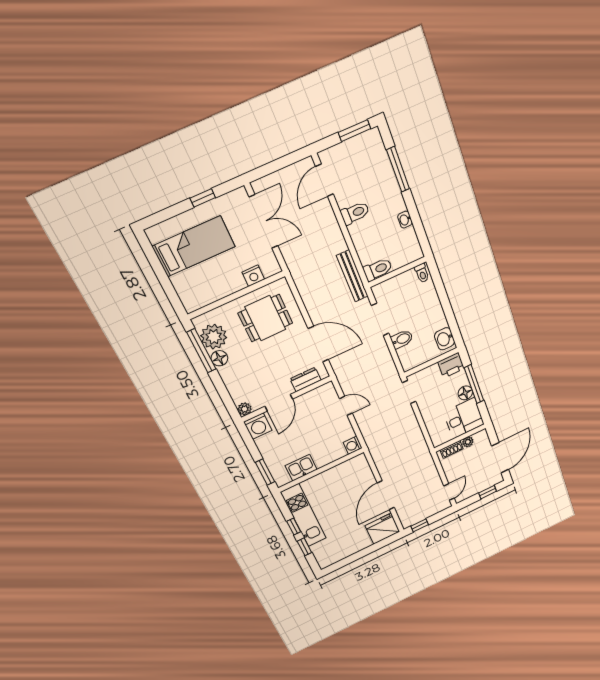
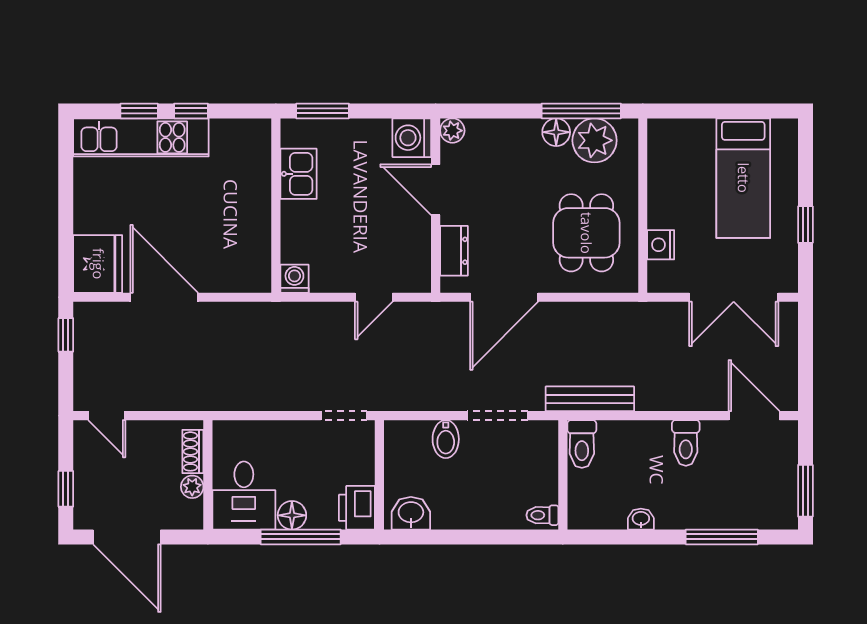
kitchen unit: (304, 515) -> (141, 137), moved

